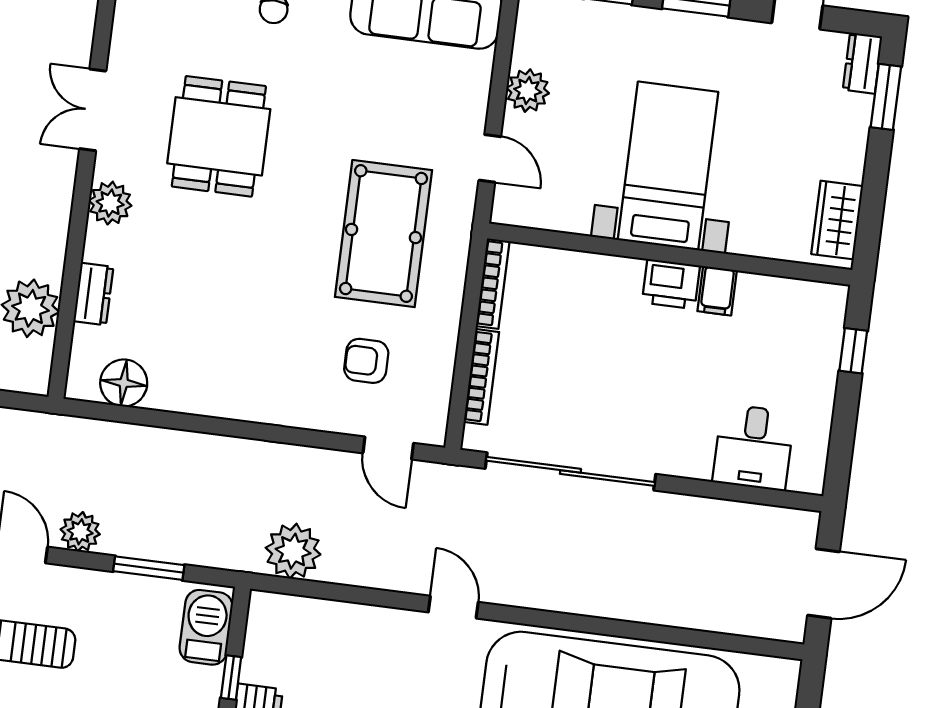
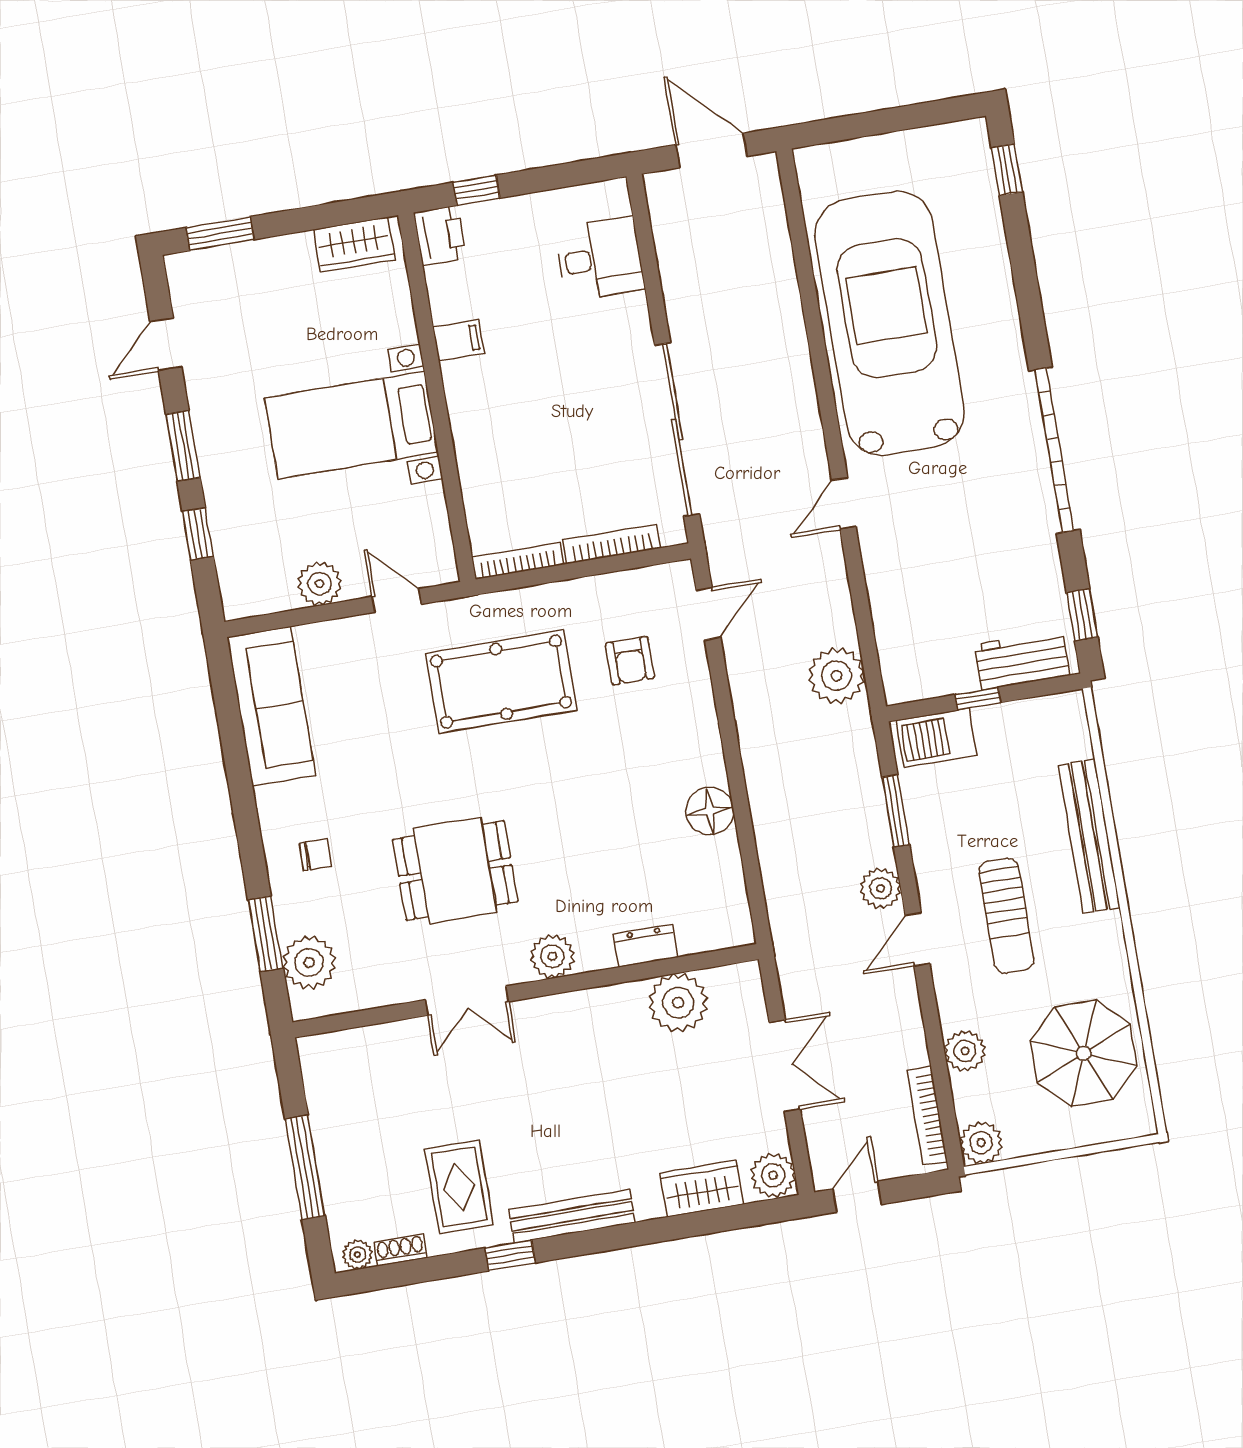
dresser: (862, 63) -> (194, 266), removed
door: (490, 158) -> (397, 600), hinge flipped
printer: (671, 284) -> (440, 235), moved
floor lamp: (124, 383) -> (710, 811), moved

